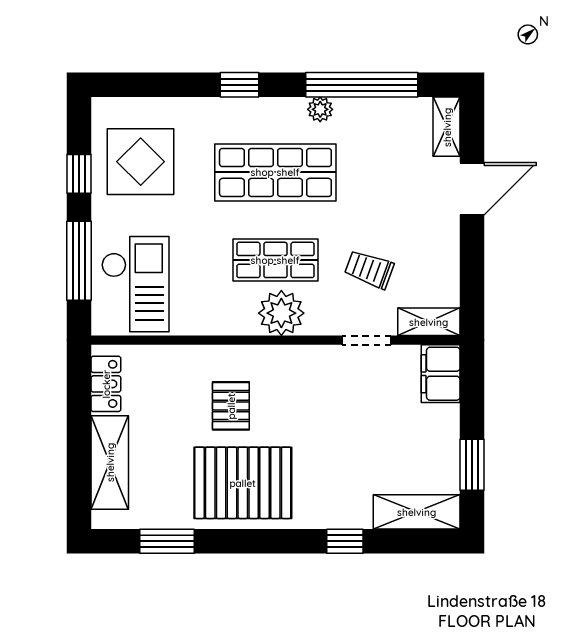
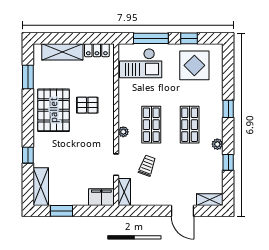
window: (362, 85) -> (228, 162), width x0.32
shop shelf: (275, 172) -> (190, 125), width x0.70, depth x0.74
plant: (281, 313) -> (123, 132), width x0.53, depth x0.53

